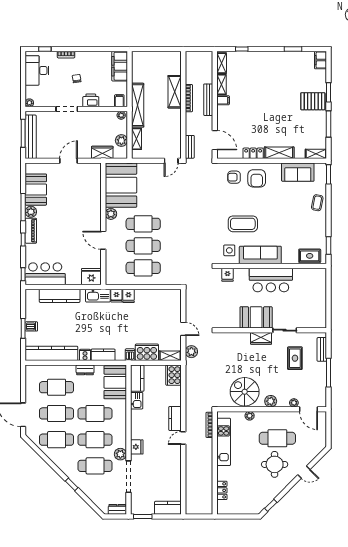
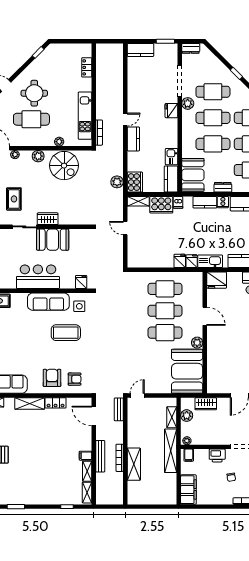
plant: (191, 352) -> (117, 182), moved

